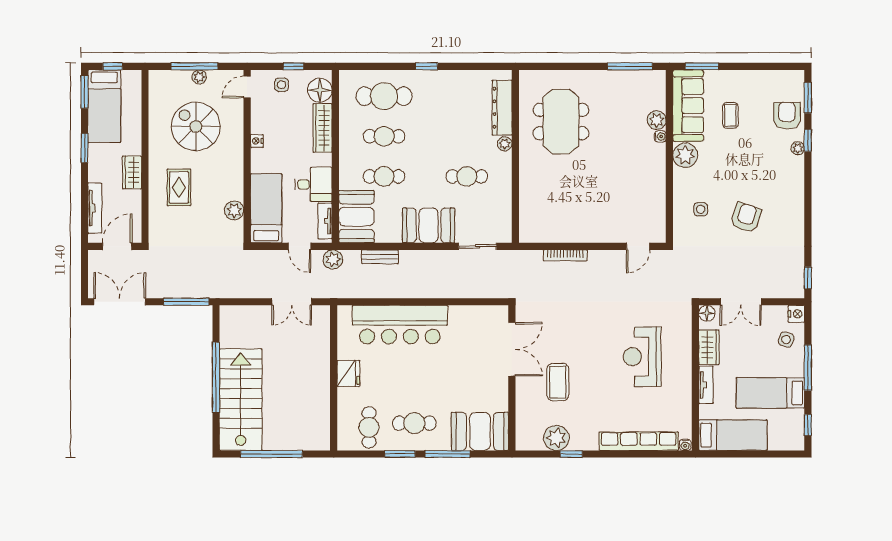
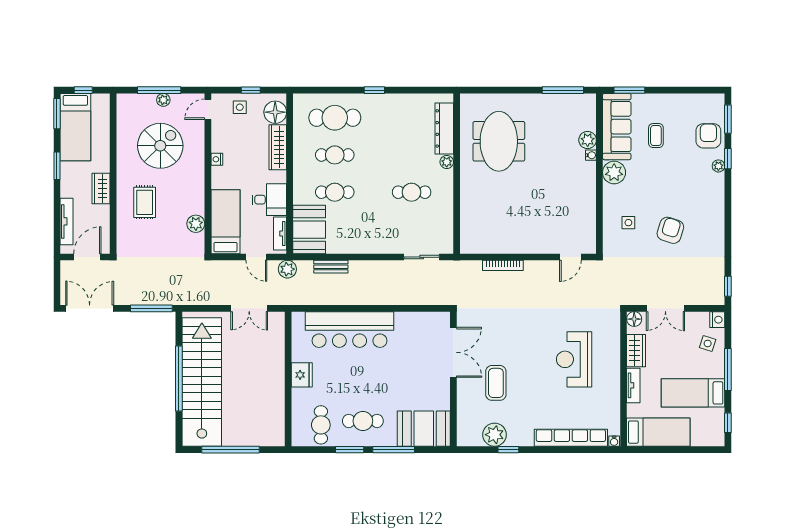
spiral stairs: (196, 126) -> (160, 146), turned 90
booth: (429, 225) -> (376, 238), removed
stairs: (241, 400) -> (202, 382), width x1.36

